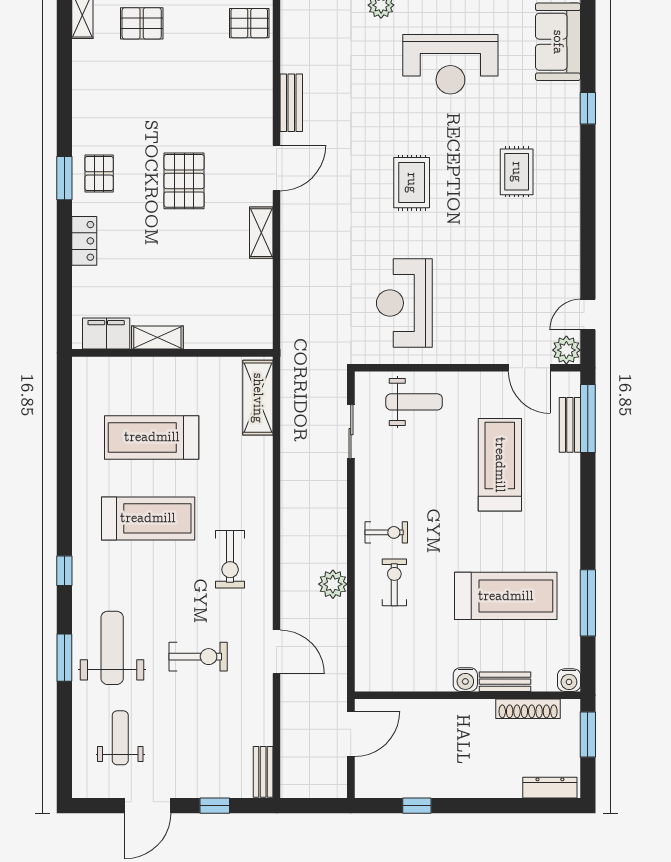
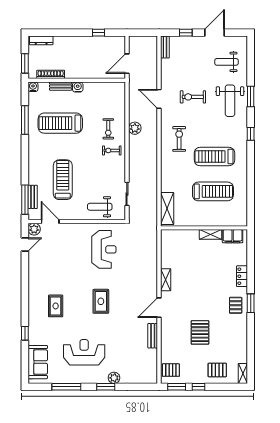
pallet: (184, 181) -> (200, 332), moved
treadmill: (500, 465) -> (63, 180), turned 180
weight bench: (120, 738) -> (226, 62), turned 90

